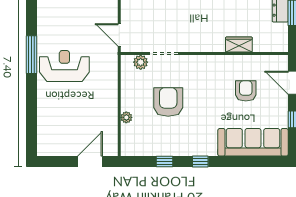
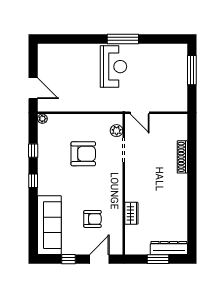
door: (119, 35) -> (140, 113), swing flipped
plant: (126, 117) -> (42, 119), moved

